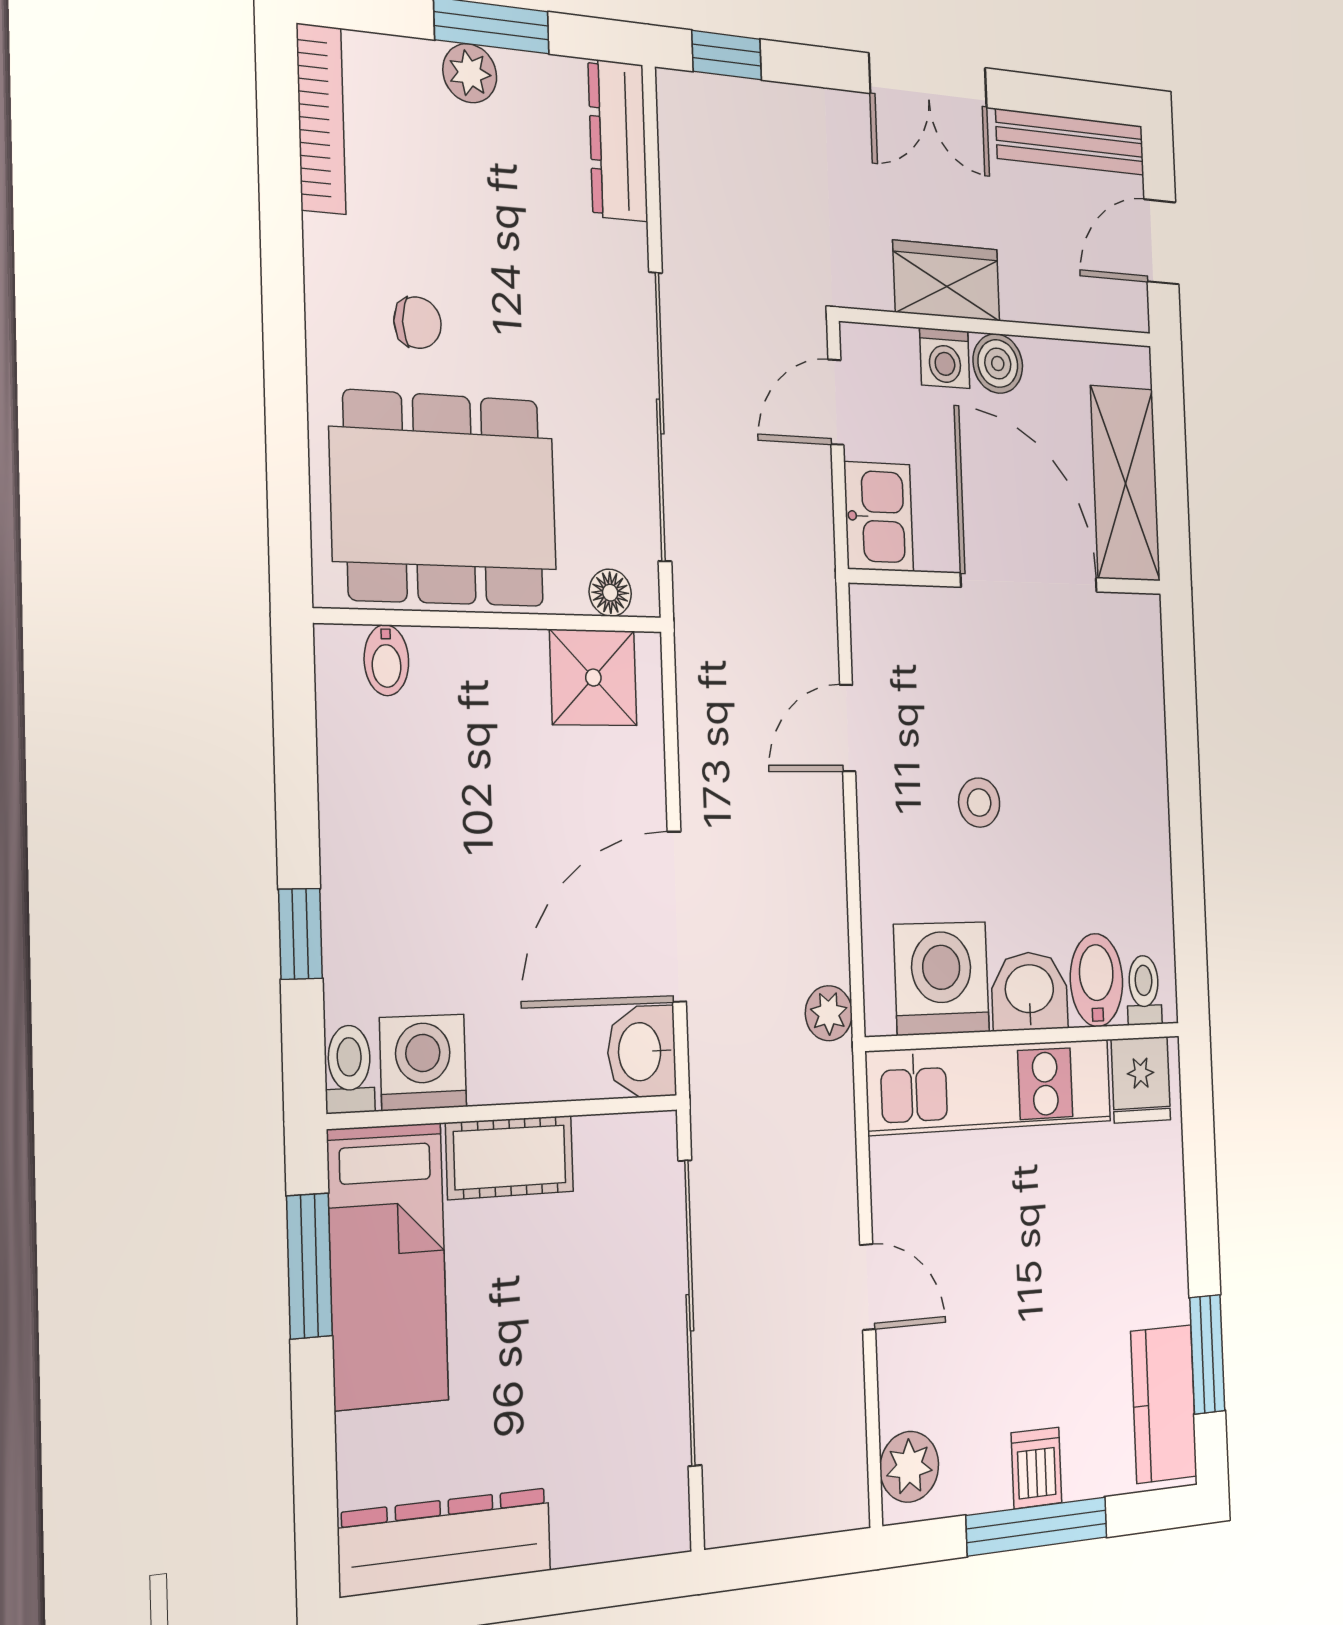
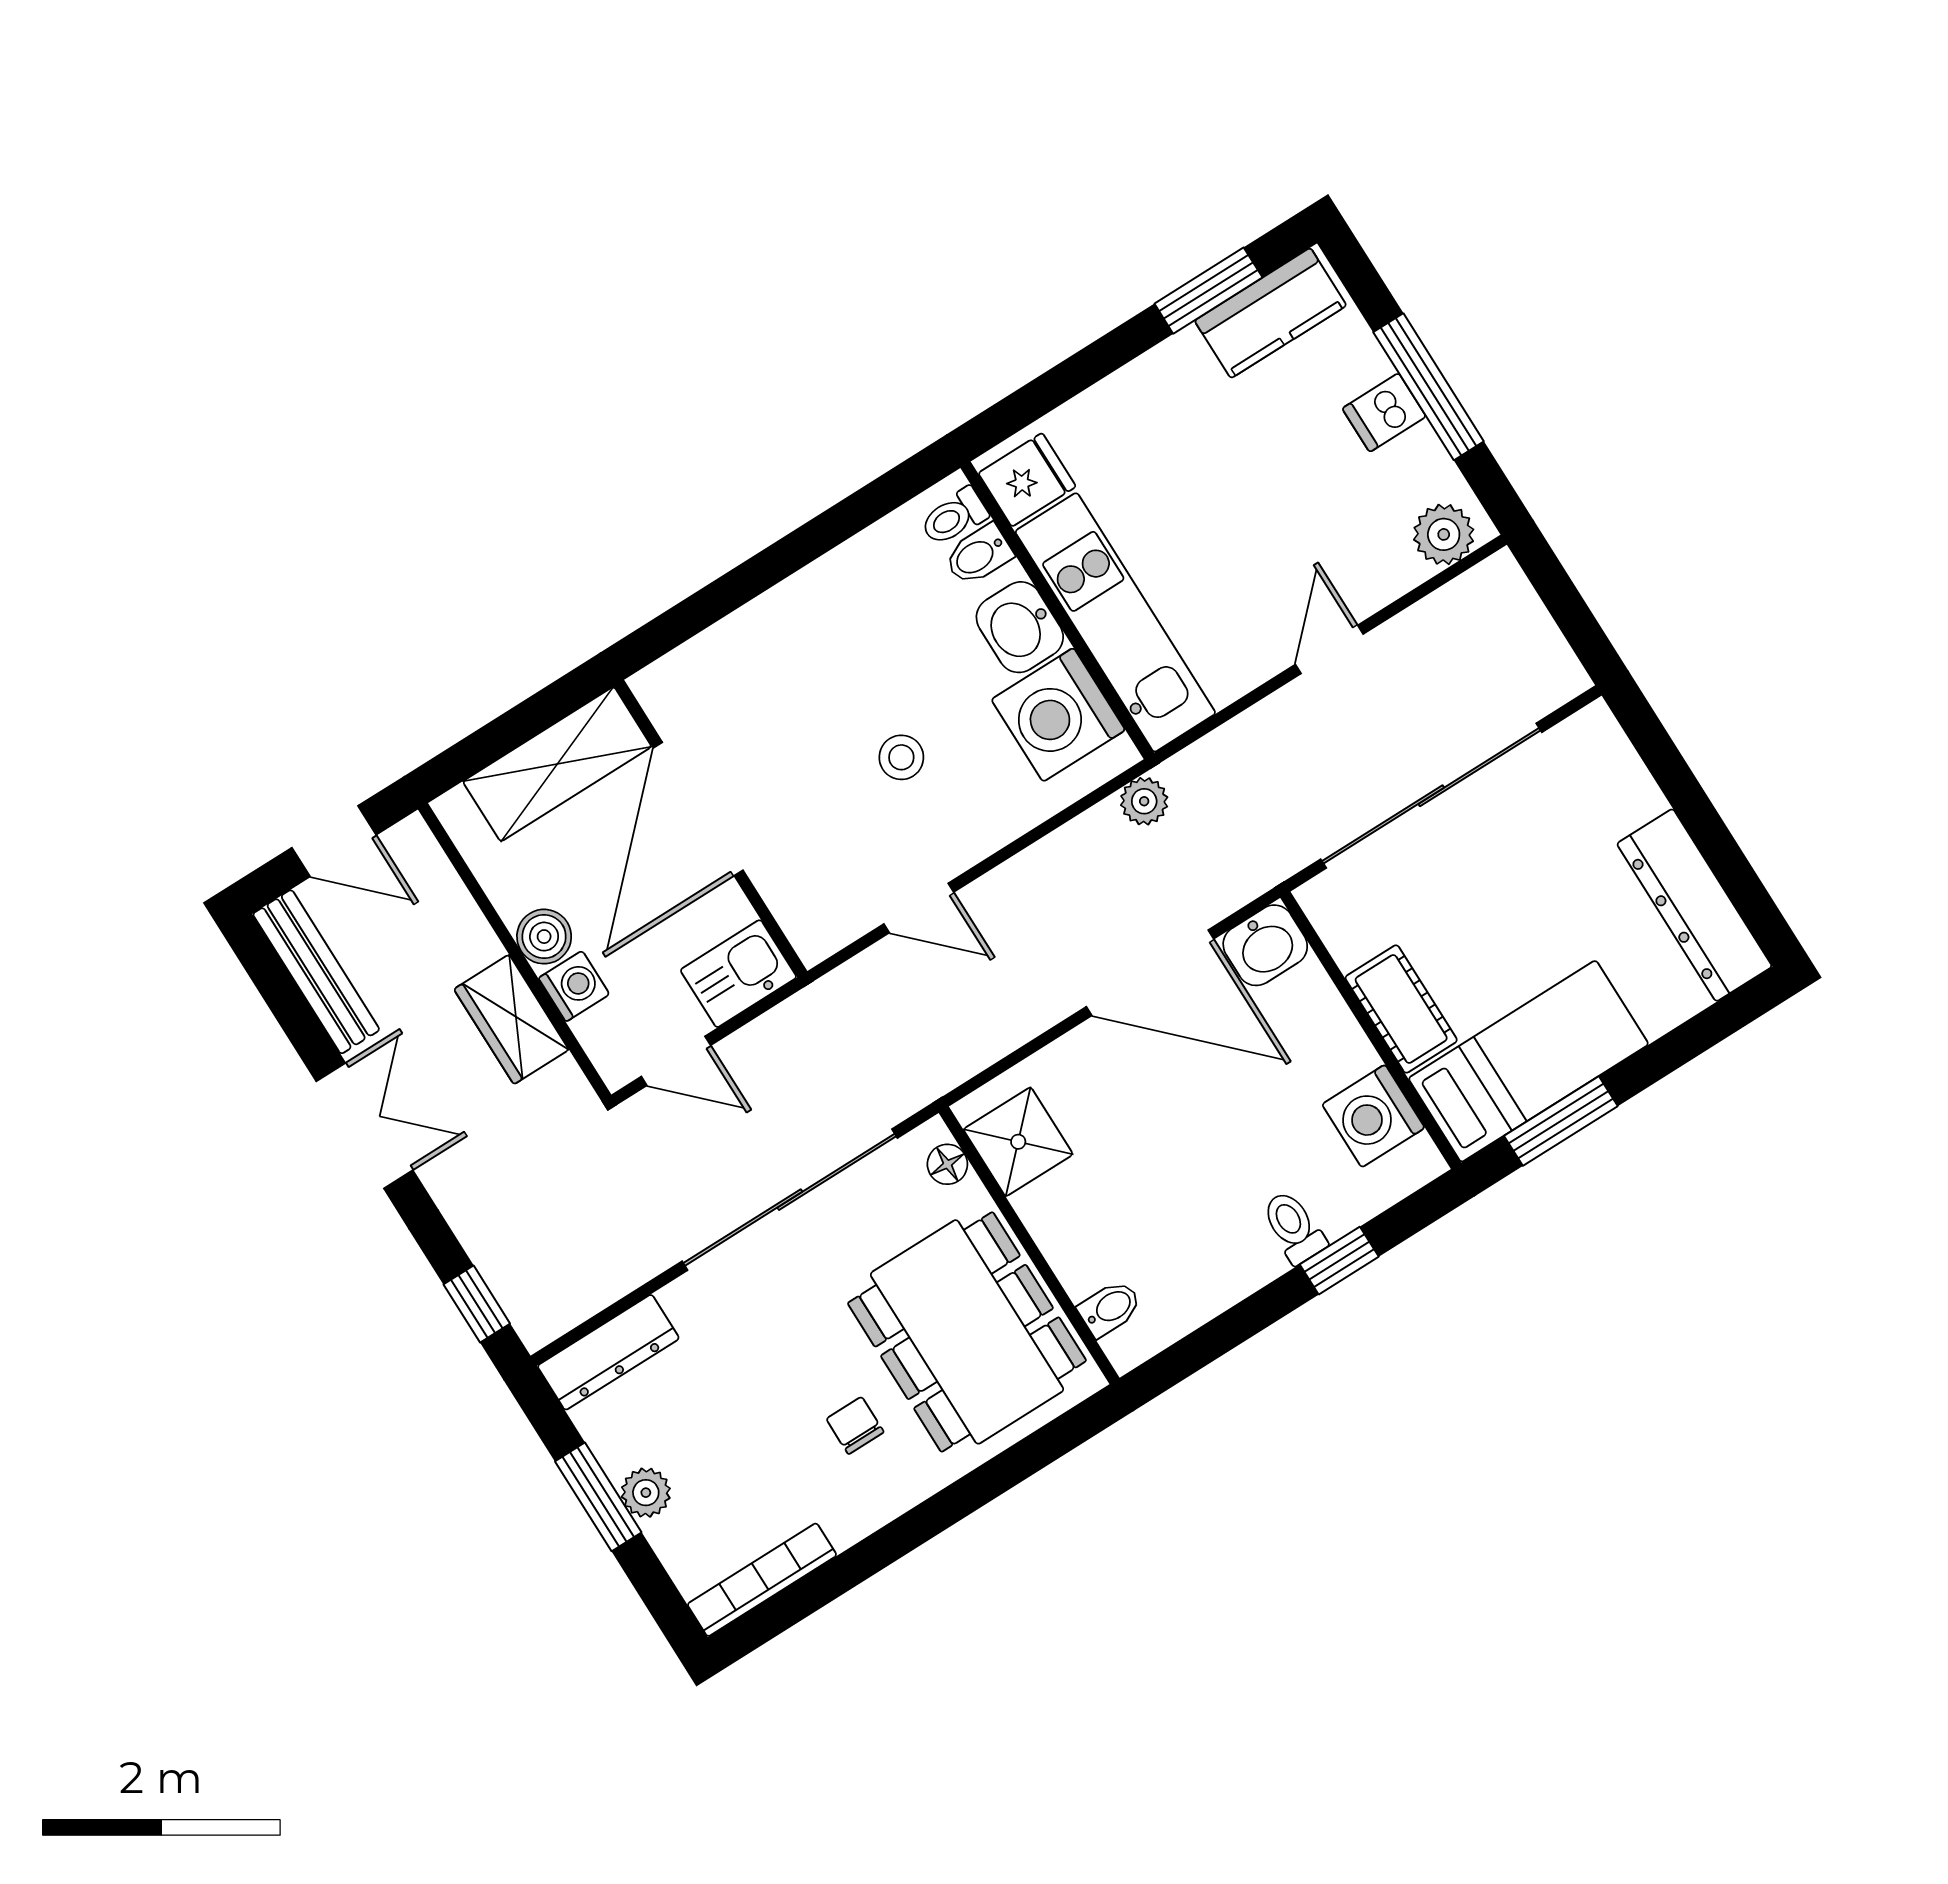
bidet: (1096, 980) -> (979, 555), width x0.72, depth x0.74
toilet: (349, 1069) -> (1294, 1227), moved, turned 90

